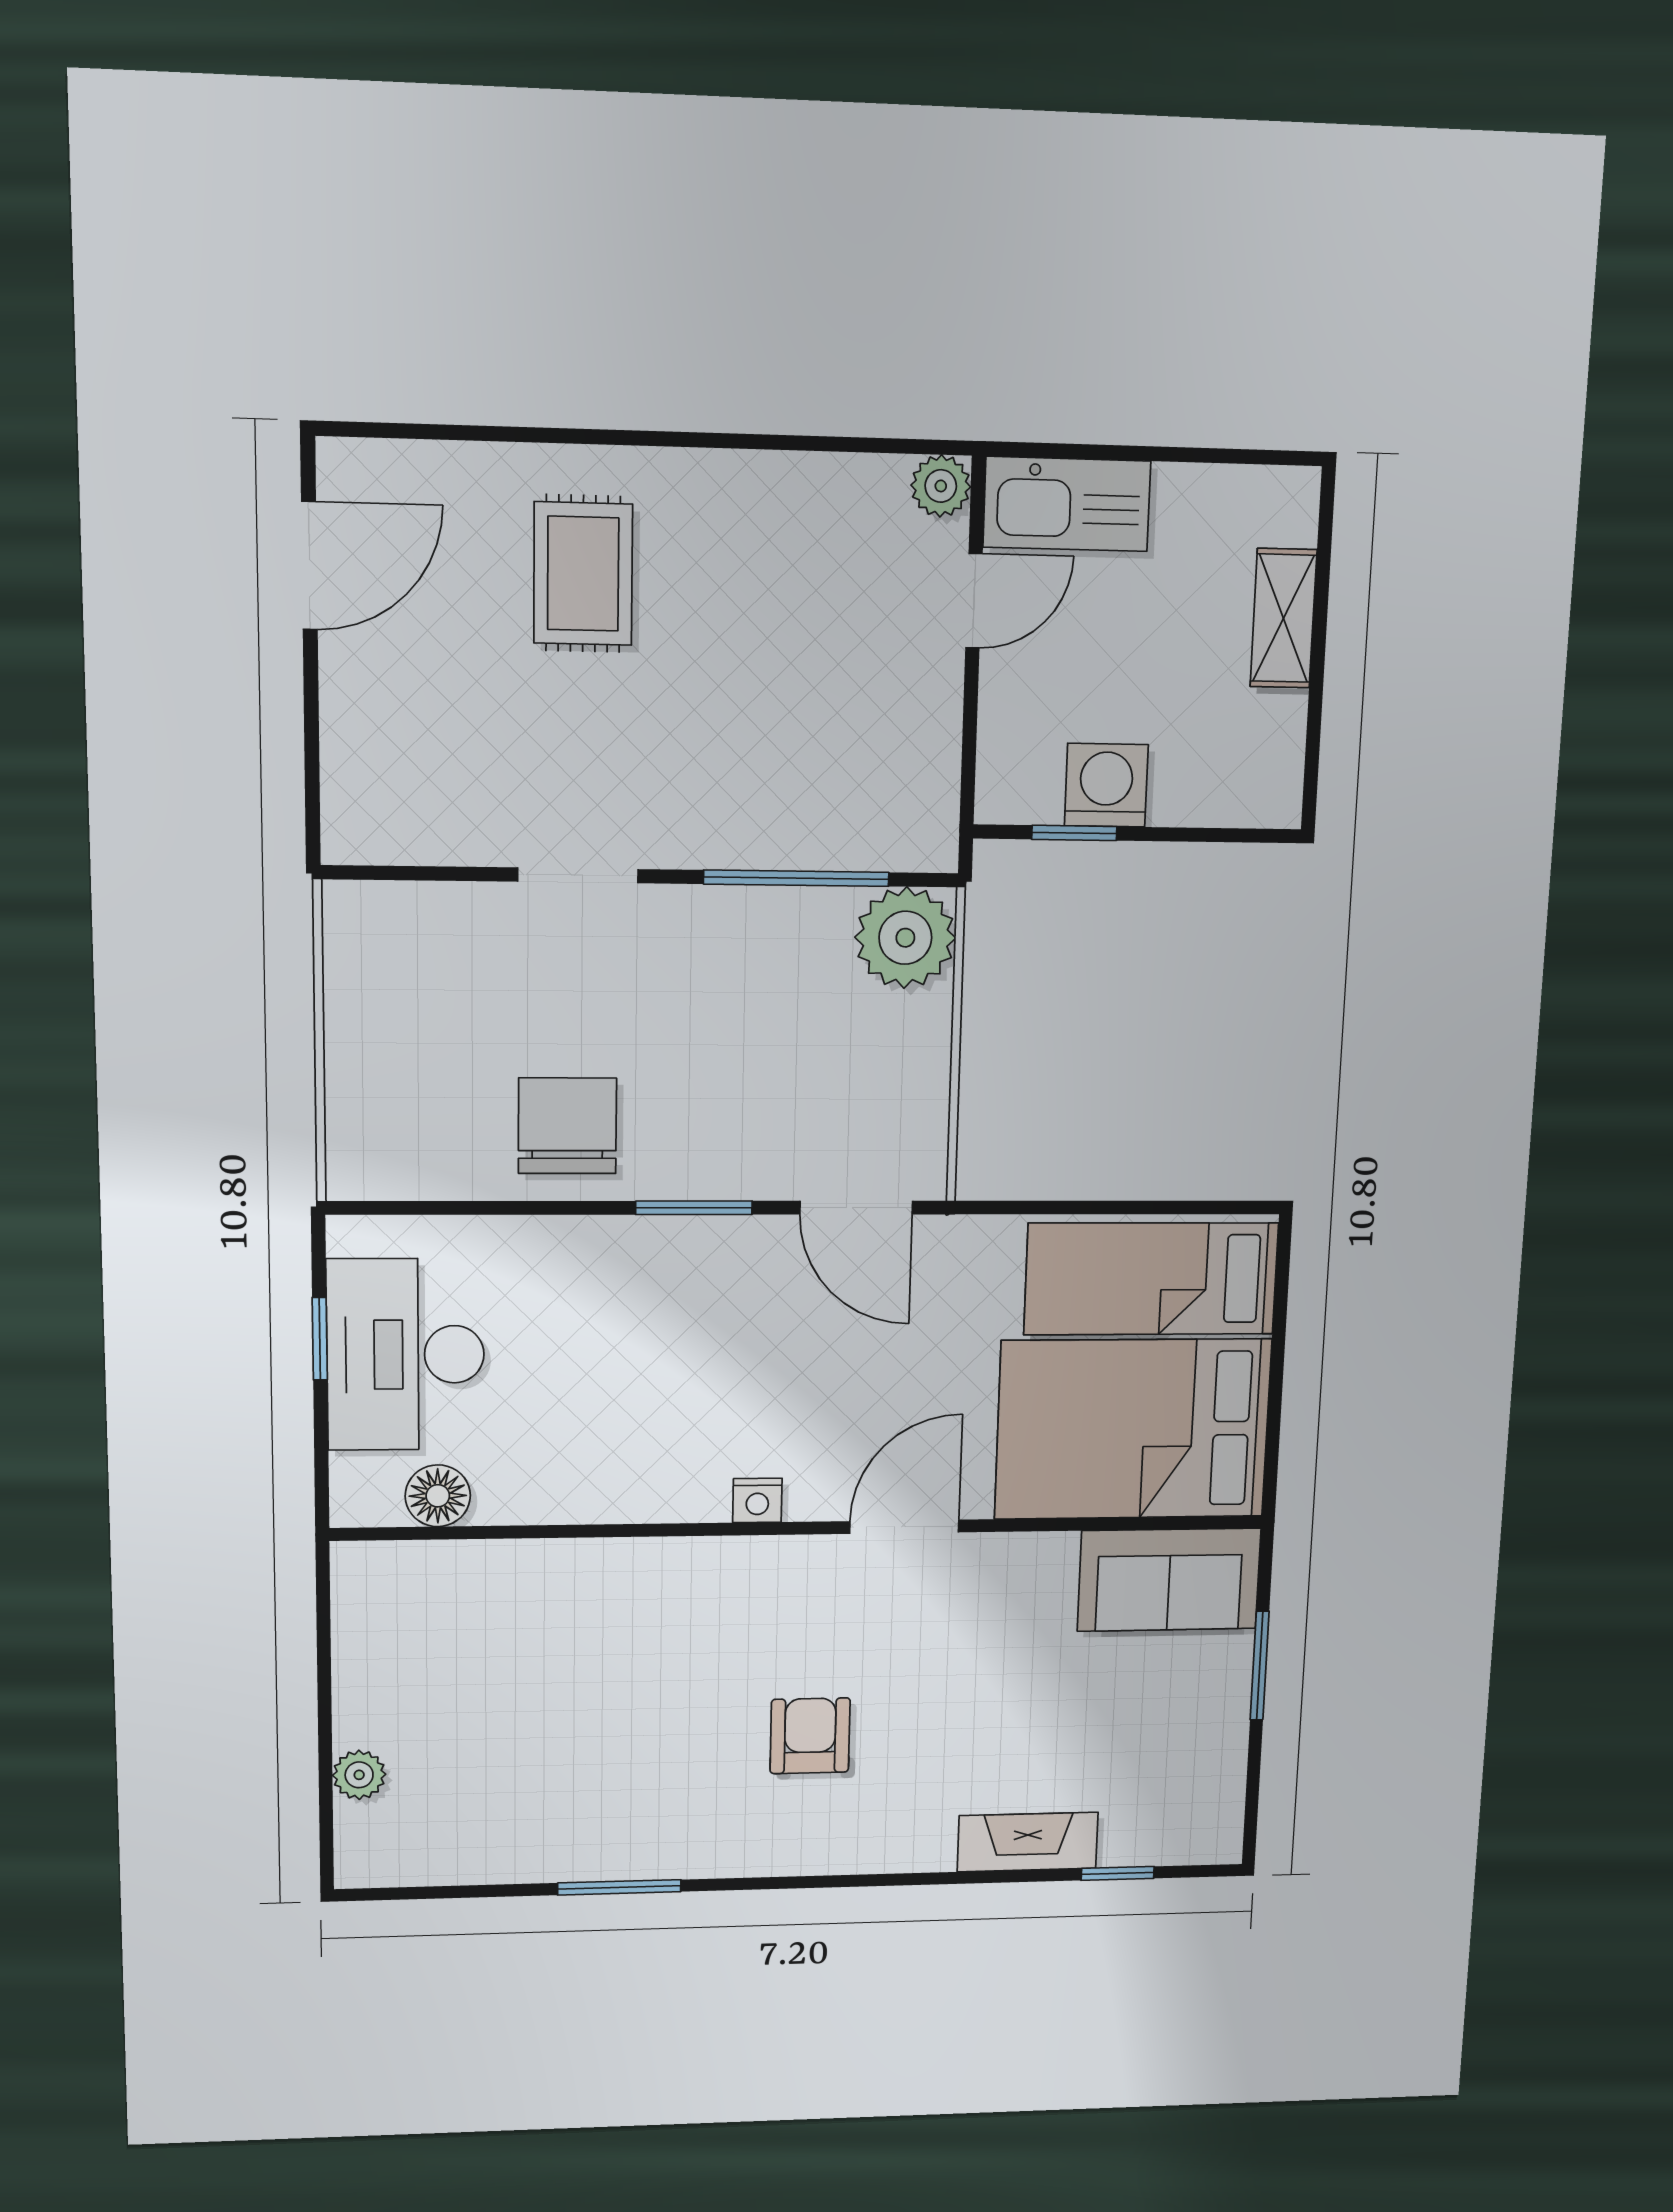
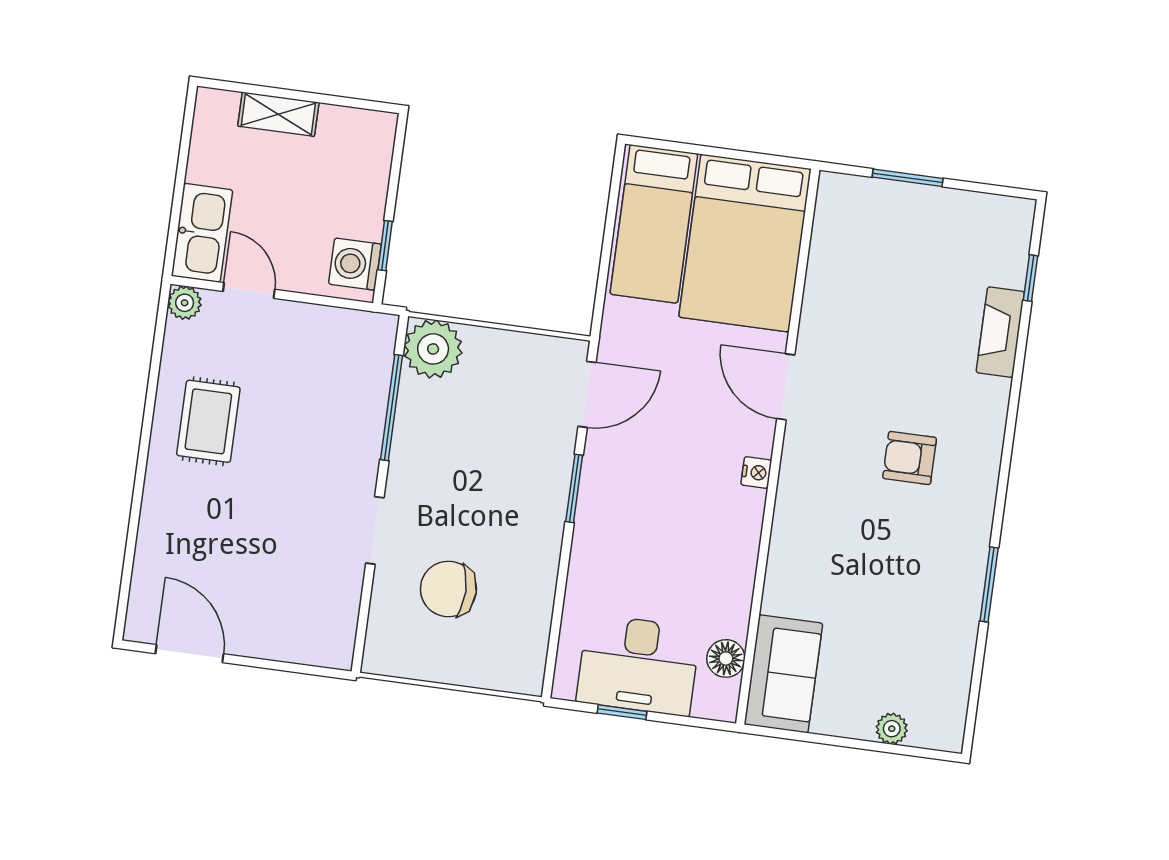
rug: (583, 574) -> (208, 421), moved, turned 90
washing machine: (1106, 785) -> (355, 264), moved
chair: (567, 1126) -> (448, 589), moved
sofa: (1169, 1580) -> (783, 674), moved

